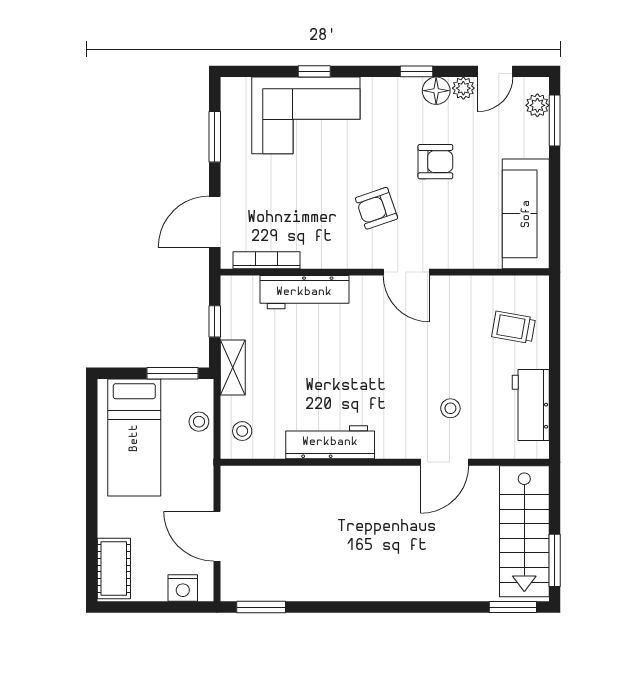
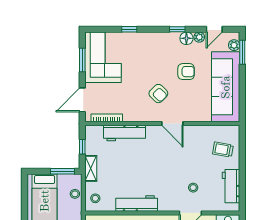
corner sofa: (306, 115) -> (103, 57), moved, turned -90
armchair: (377, 208) -> (158, 94), turned -116
sofa: (526, 214) -> (226, 87), width x1.36, depth x1.27

